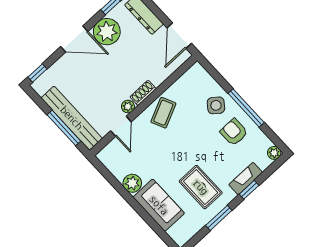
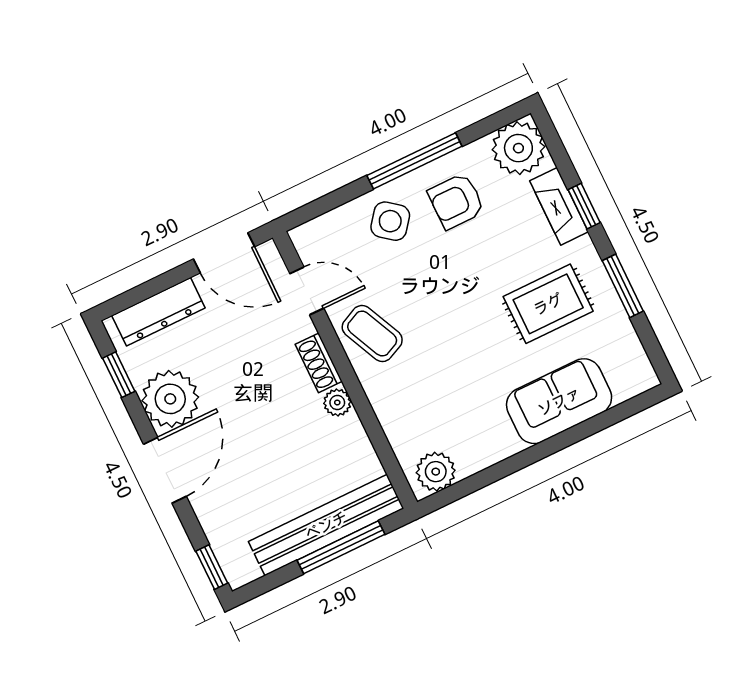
door: (121, 126) -> (307, 291), moved
plant: (274, 153) -> (518, 148), width x1.88, depth x1.88
plant: (132, 183) -> (436, 472), moved

